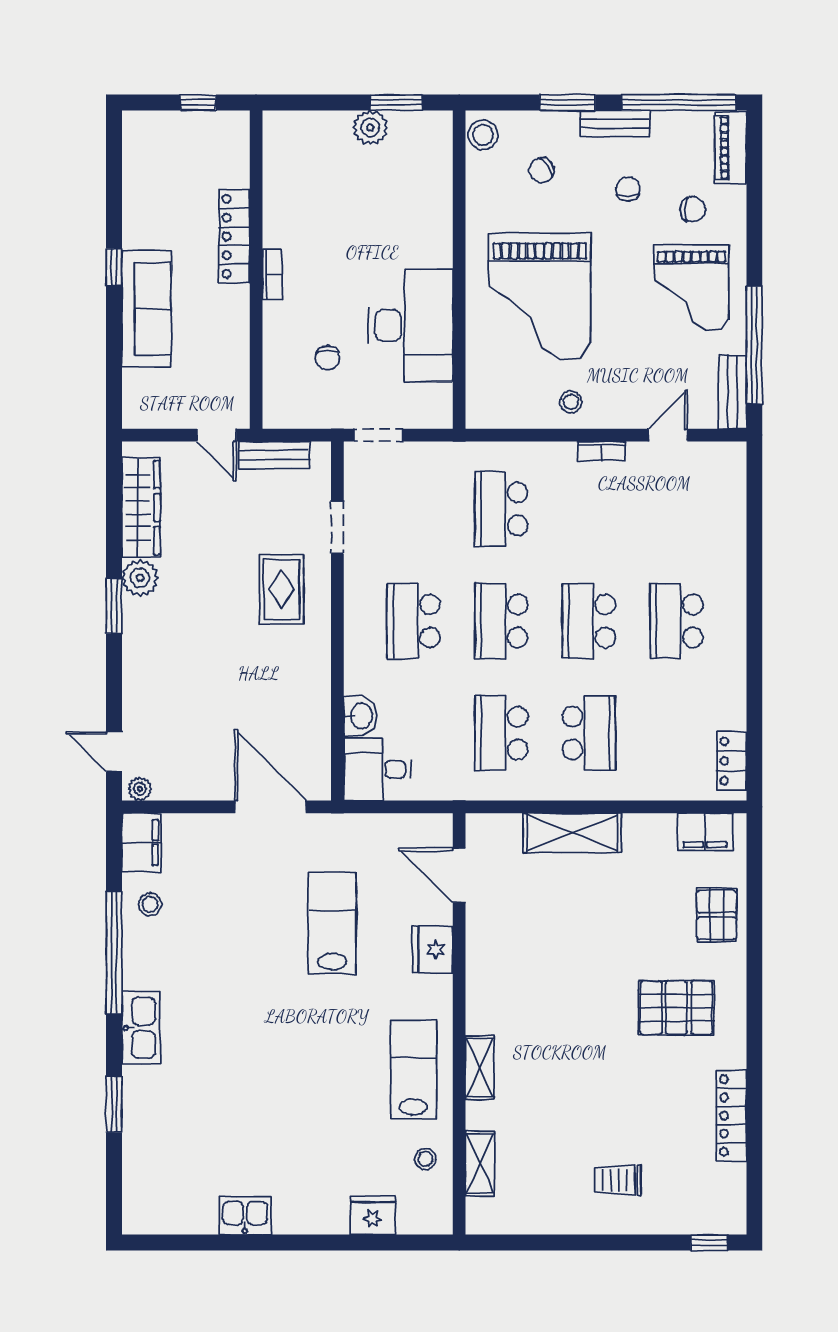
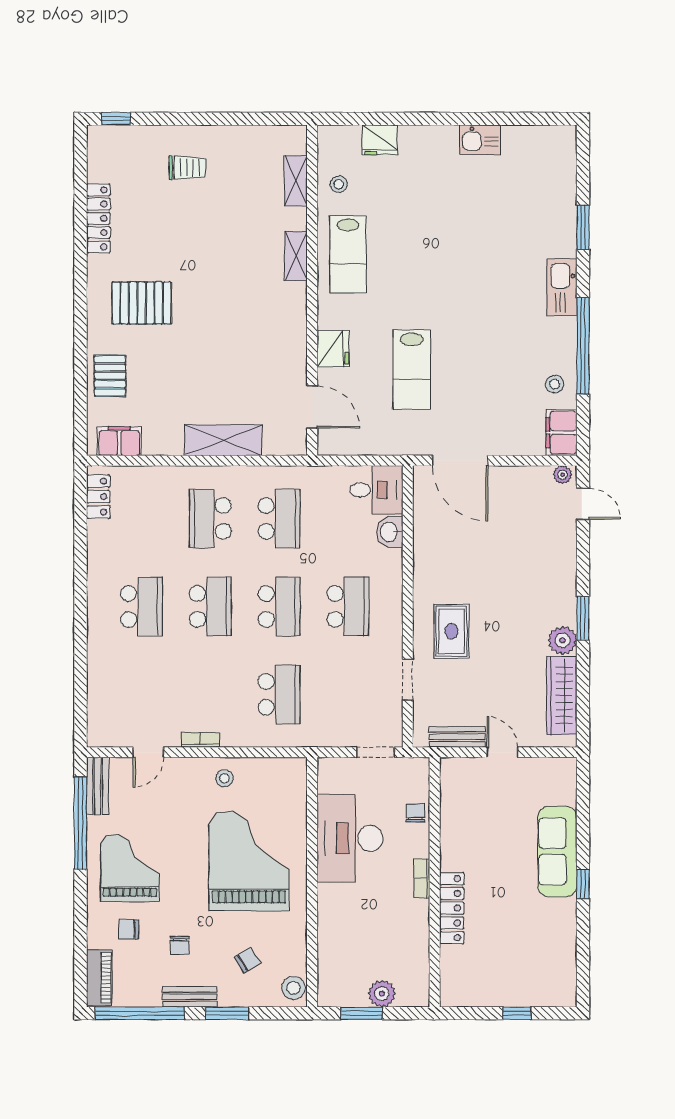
locker: (234, 236) -> (452, 908), moved
wall: (256, 270) -> (435, 882), moved
bookcase: (272, 274) -> (422, 878), moved

